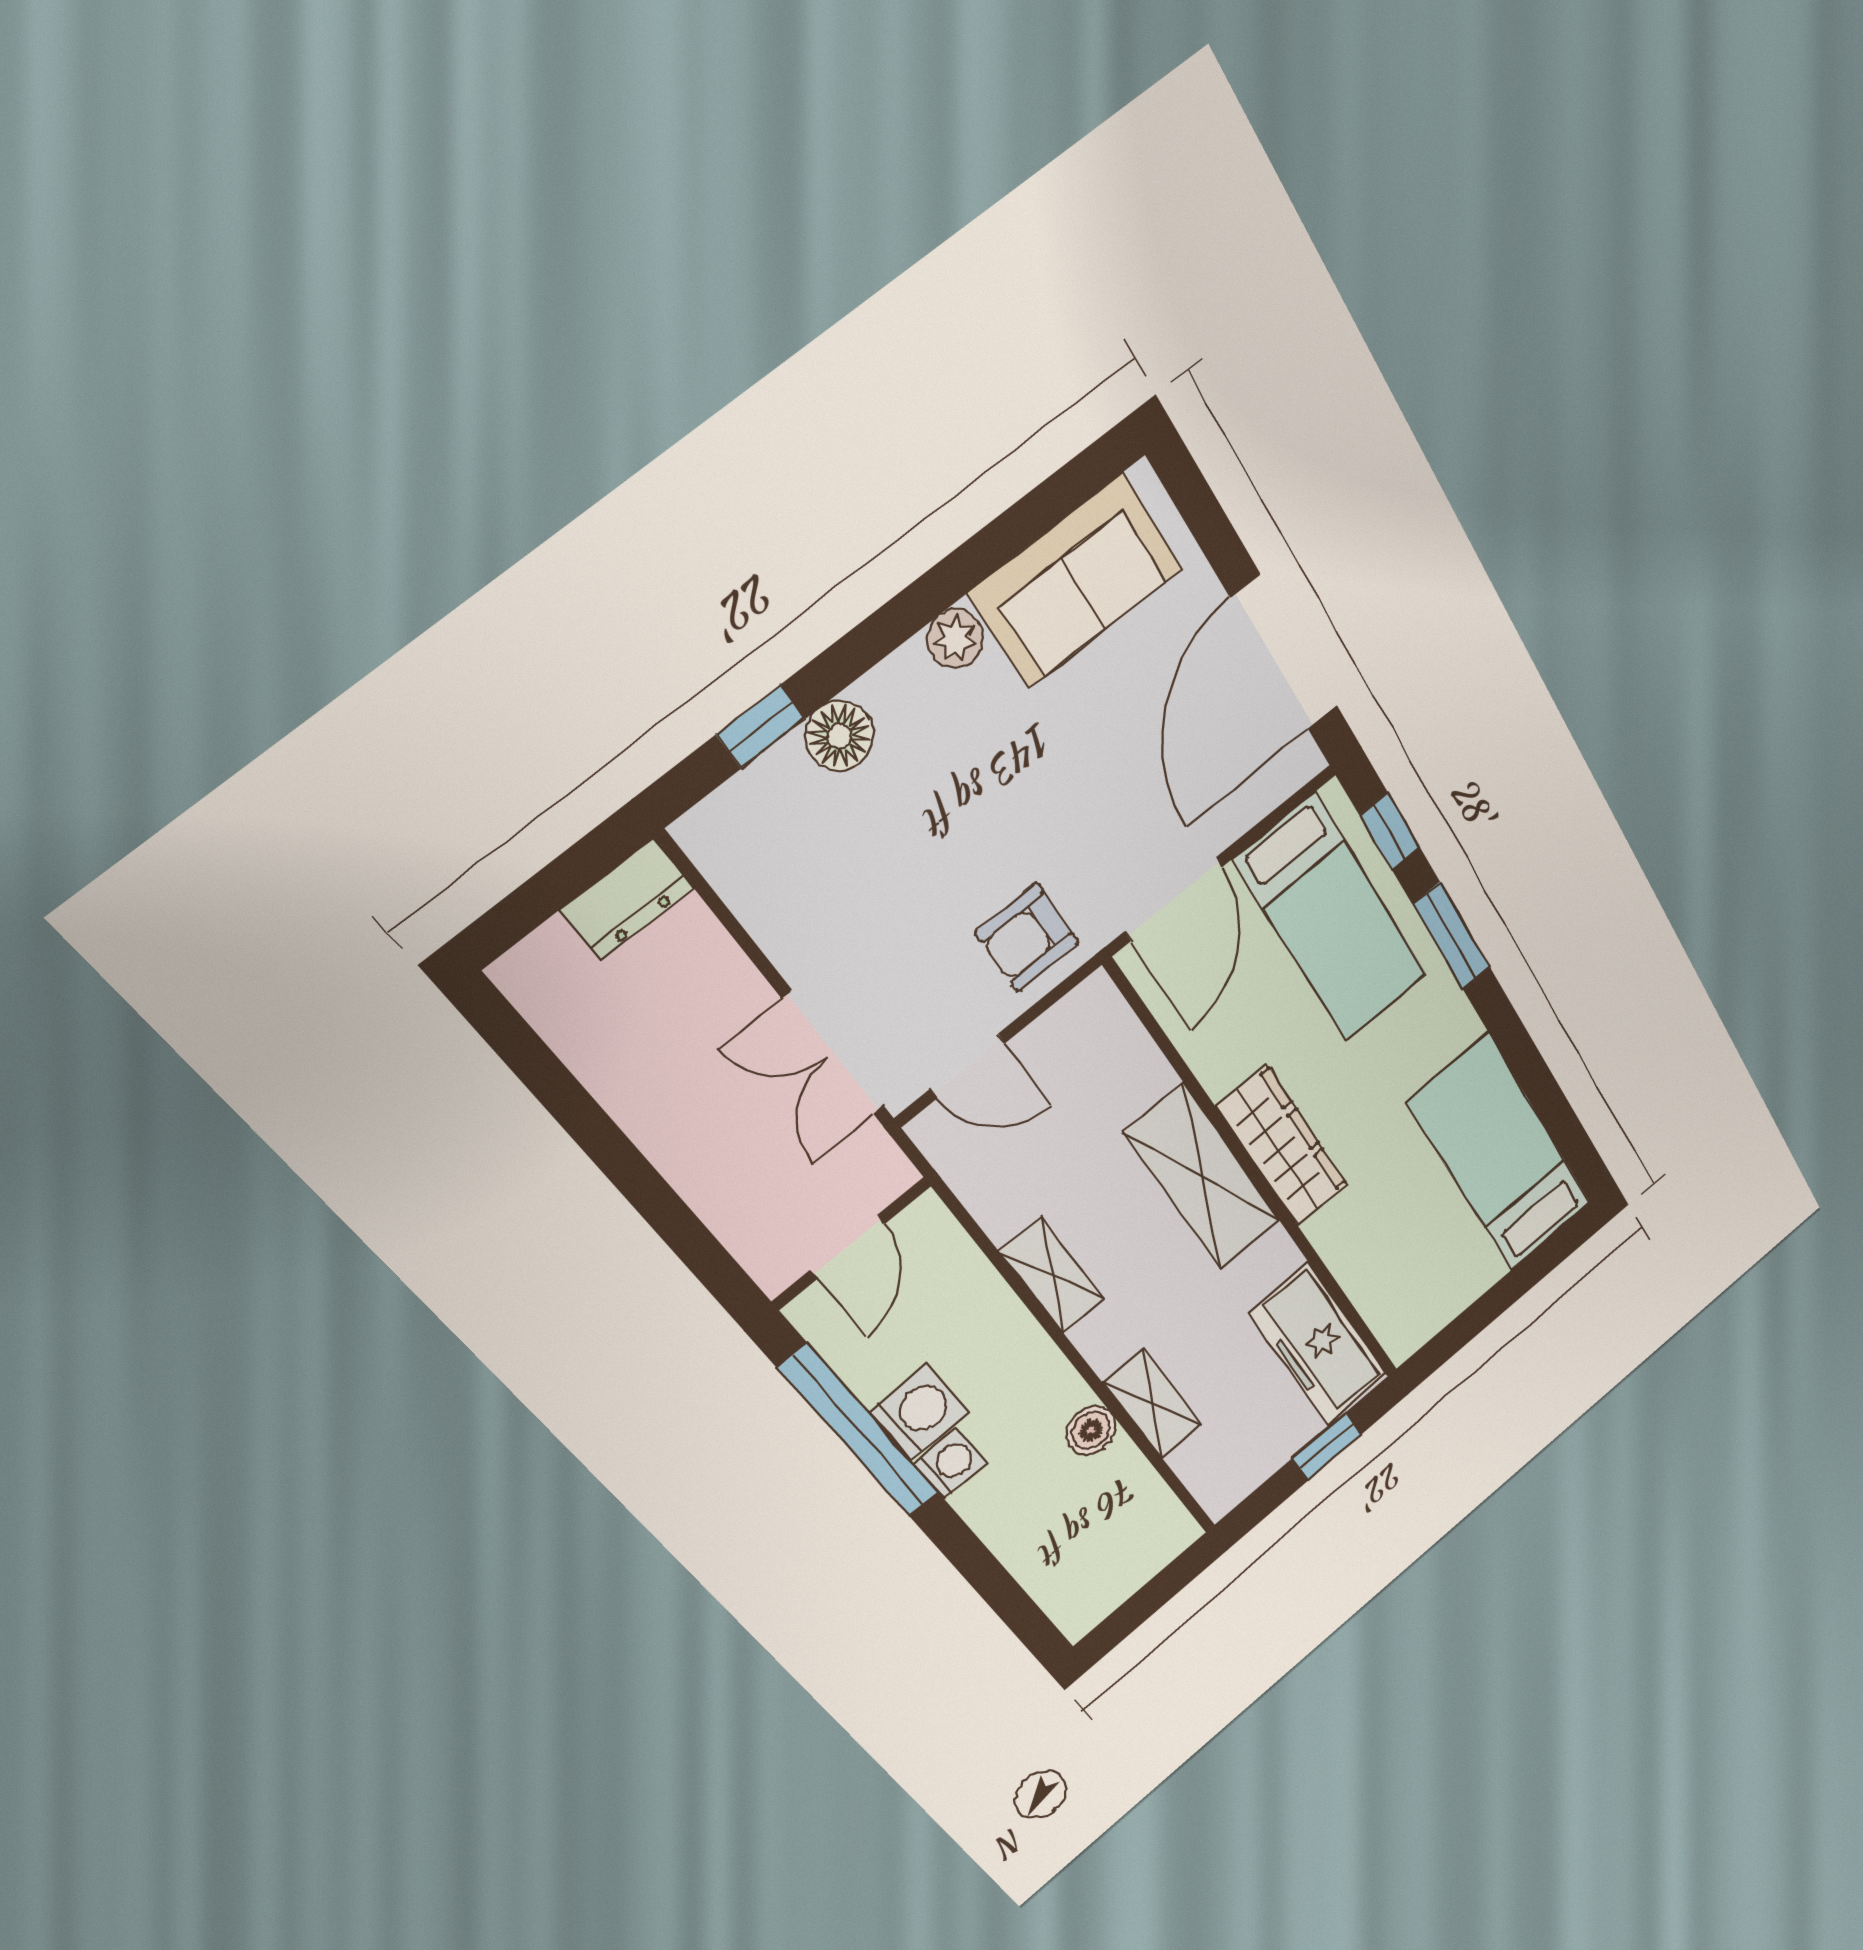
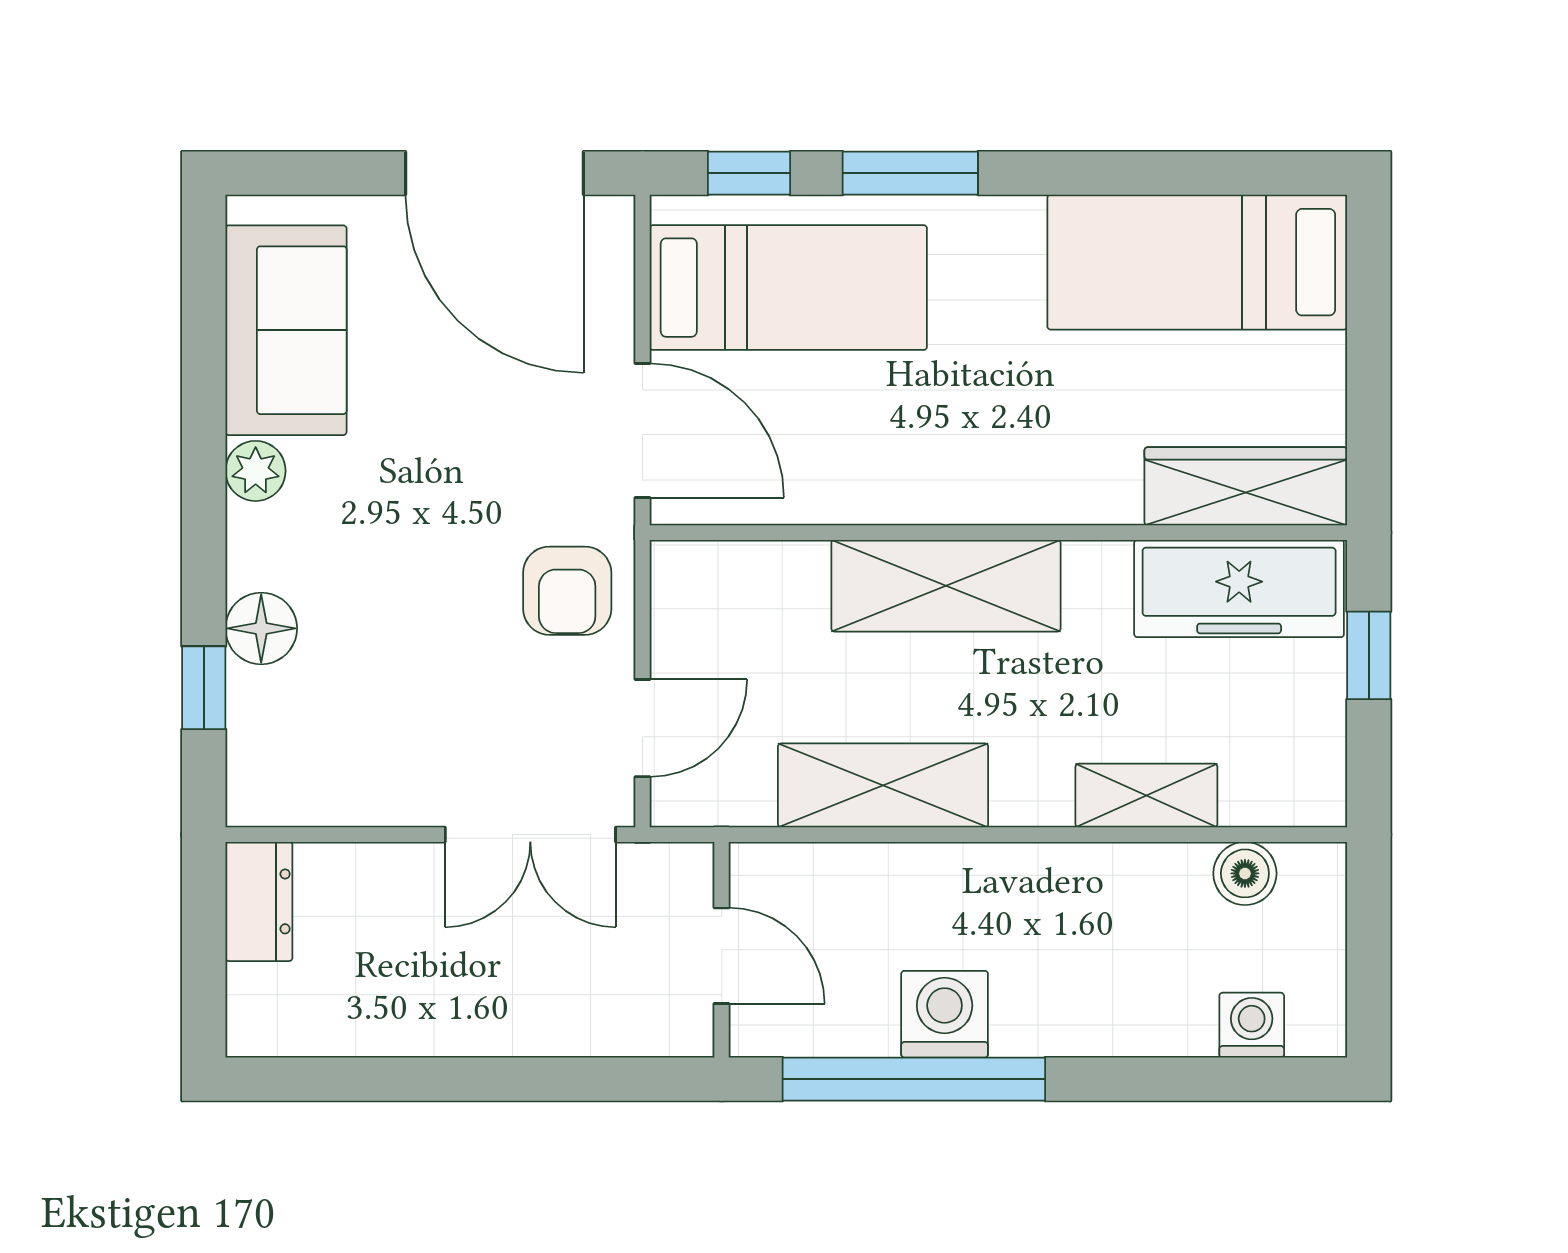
wardrobe: (1282, 1146) -> (1246, 486), moved
shelving: (1052, 1275) -> (883, 785), width x1.50, depth x1.33
boiler: (1091, 1430) -> (1245, 873), moved
washing machine: (950, 1463) -> (1252, 1025), moved

